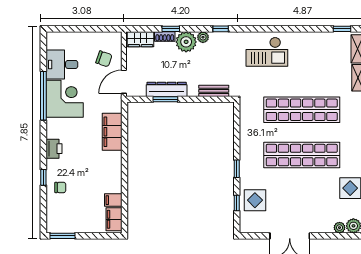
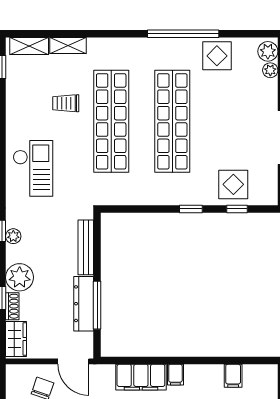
plant: (203, 37) -> (13, 236), moved
trolley: (315, 76) -> (66, 103), added
bench: (214, 91) -> (86, 247), width x1.36
window: (165, 99) -> (97, 305), width x1.44
filing cabinet: (114, 219) -> (175, 375), moved, width x0.50

